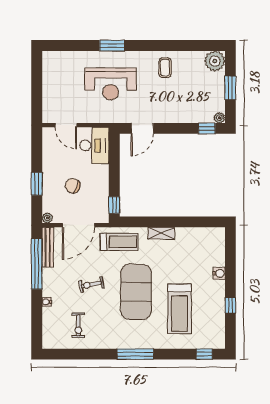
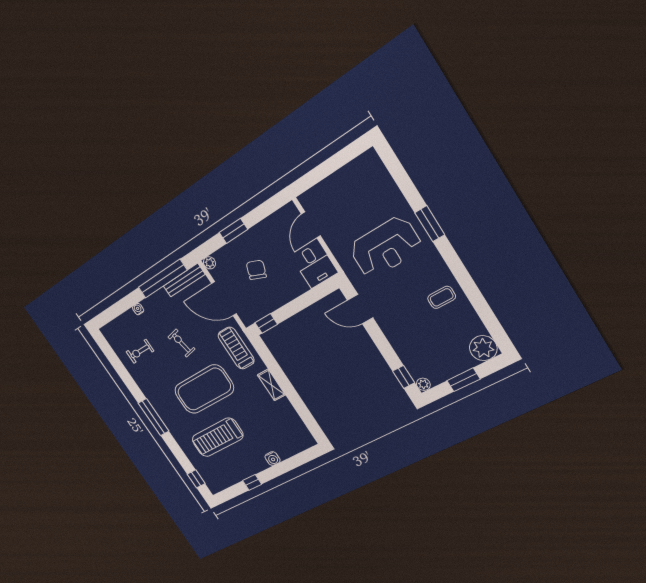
reception desk: (111, 84) -> (385, 247), turned -90
desk: (94, 145) -> (315, 265), width x0.73
treadmill: (119, 242) -> (236, 348), turned 180

